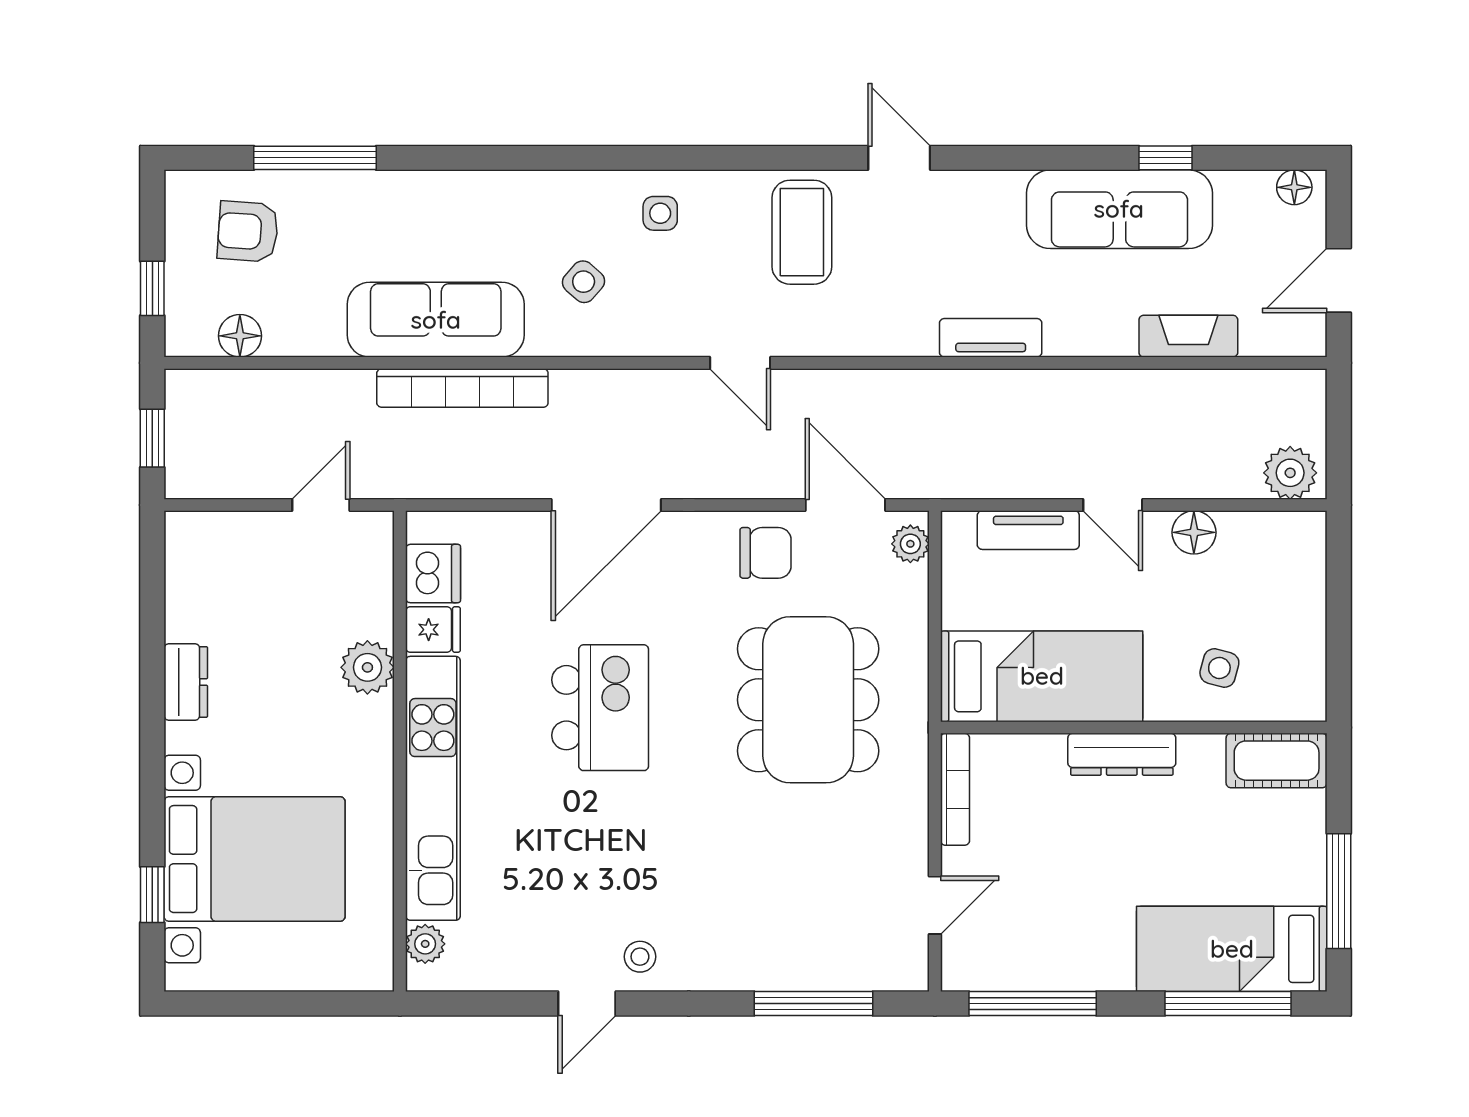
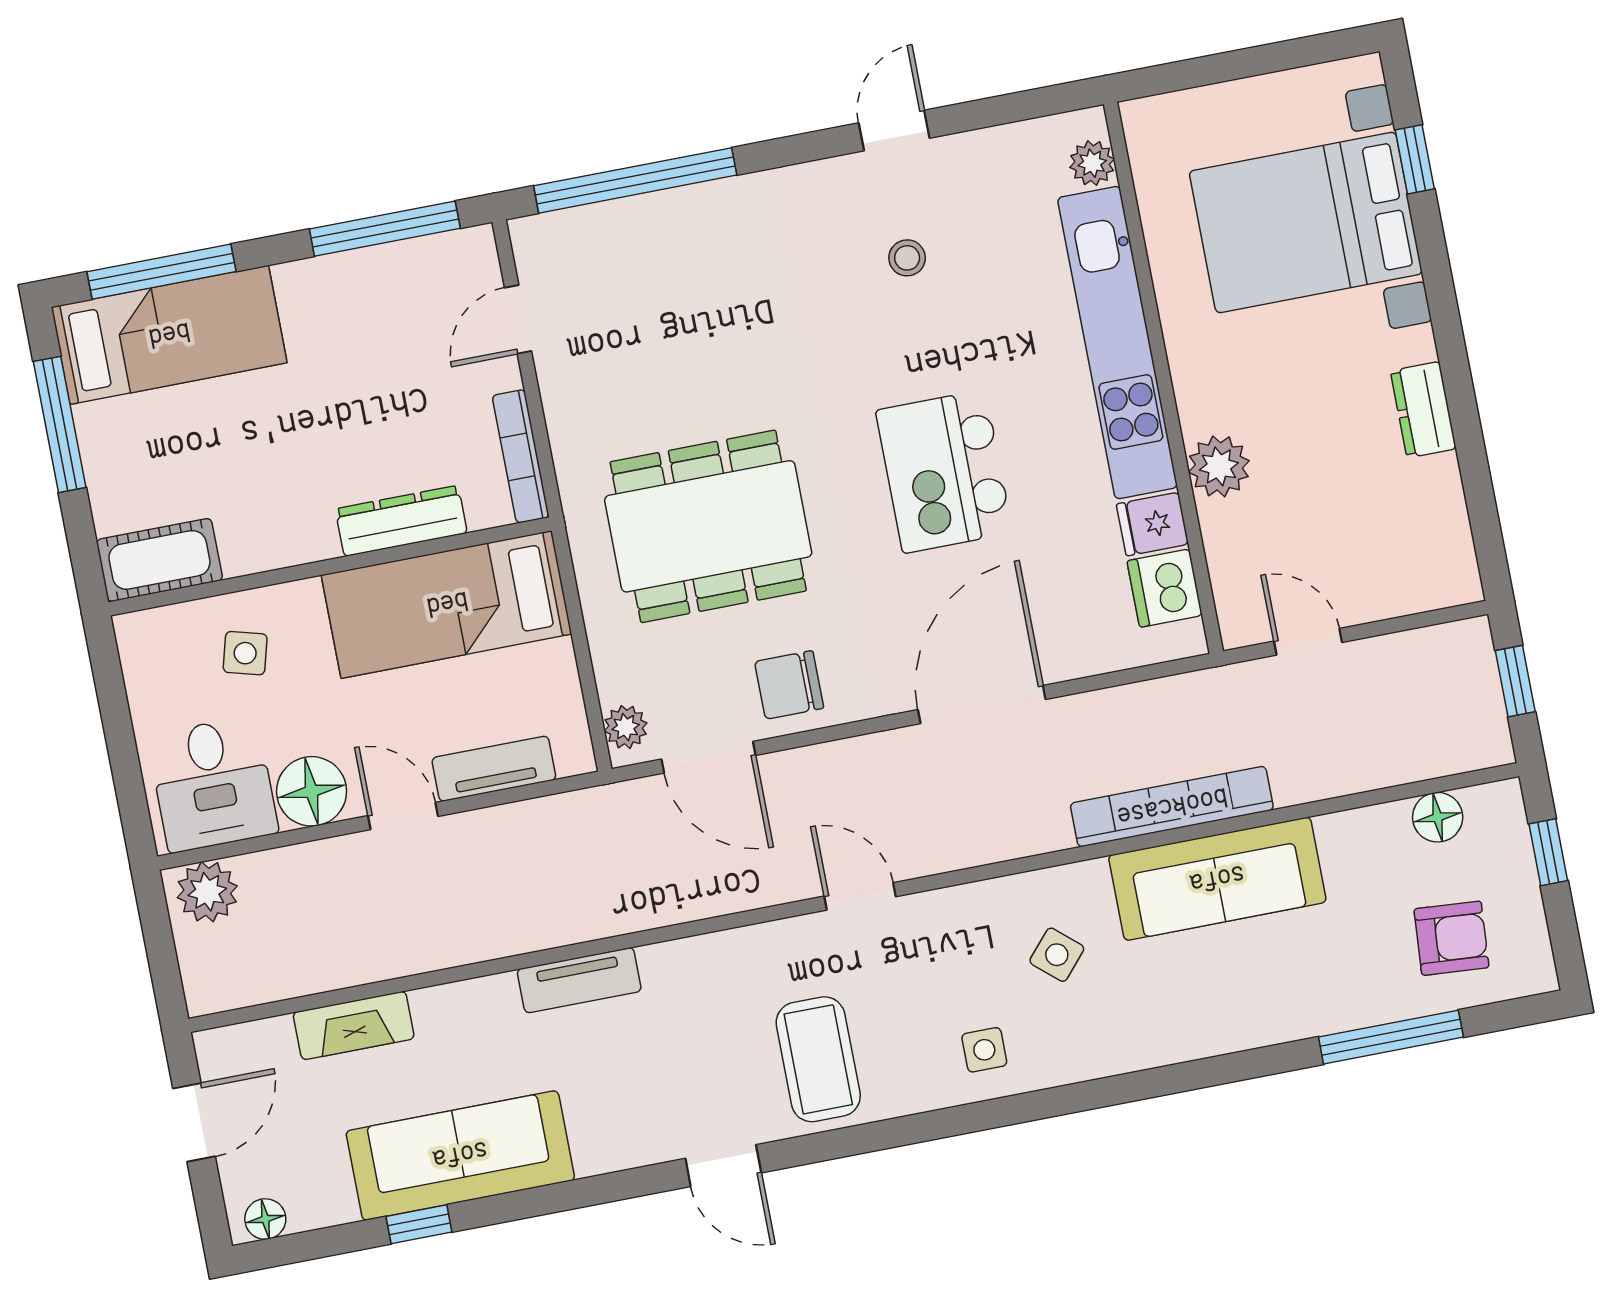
door: (321, 505) -> (1308, 642), swing flipped
floor lamp: (1194, 532) -> (312, 791), width x1.38, depth x1.38
desk: (1268, 563) -> (213, 784), added
dining table: (808, 700) -> (708, 526), turned 90
dresser: (1122, 754) -> (401, 521), moved
stool: (640, 957) -> (907, 258), moved
window: (814, 1004) -> (635, 180), width x1.46

